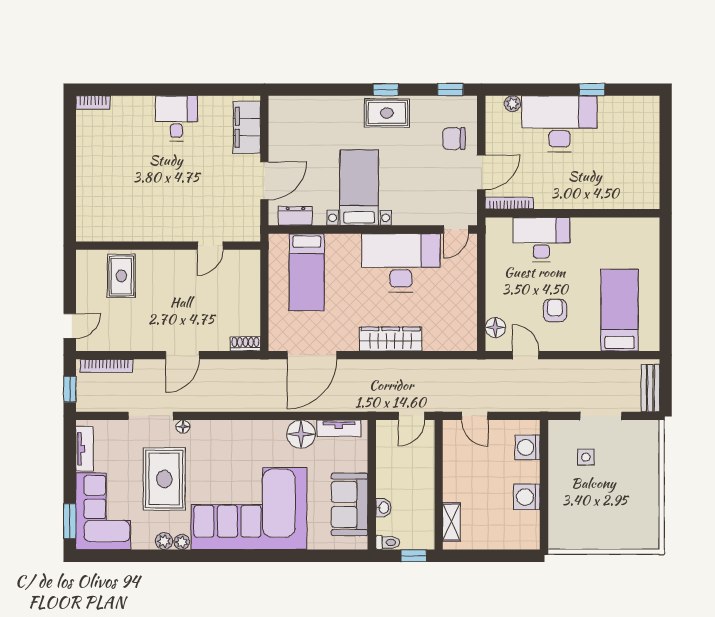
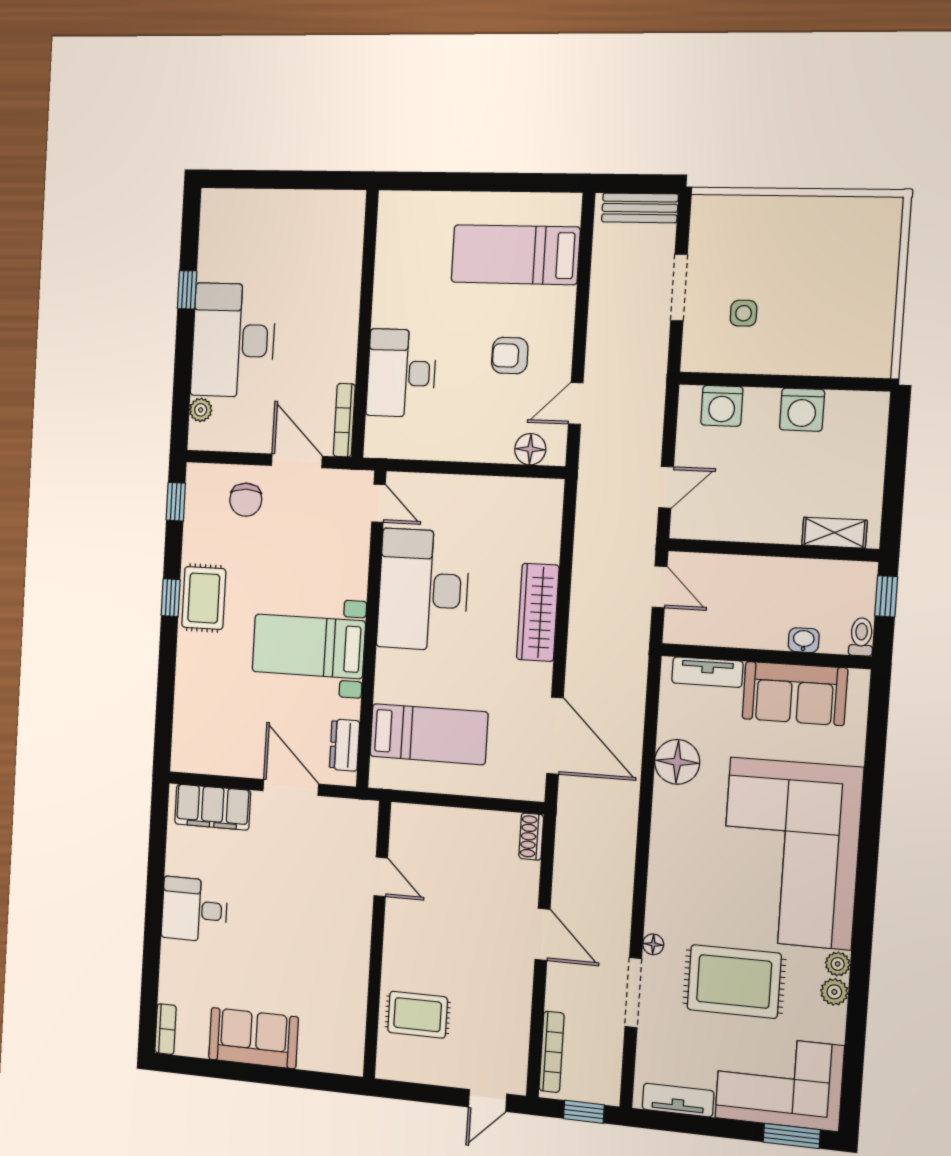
sofa: (94, 165) -> (253, 1038), added
door: (70, 326) -> (488, 1101), swing flipped
tv unit: (339, 428) -> (707, 672), moved, turned 90

